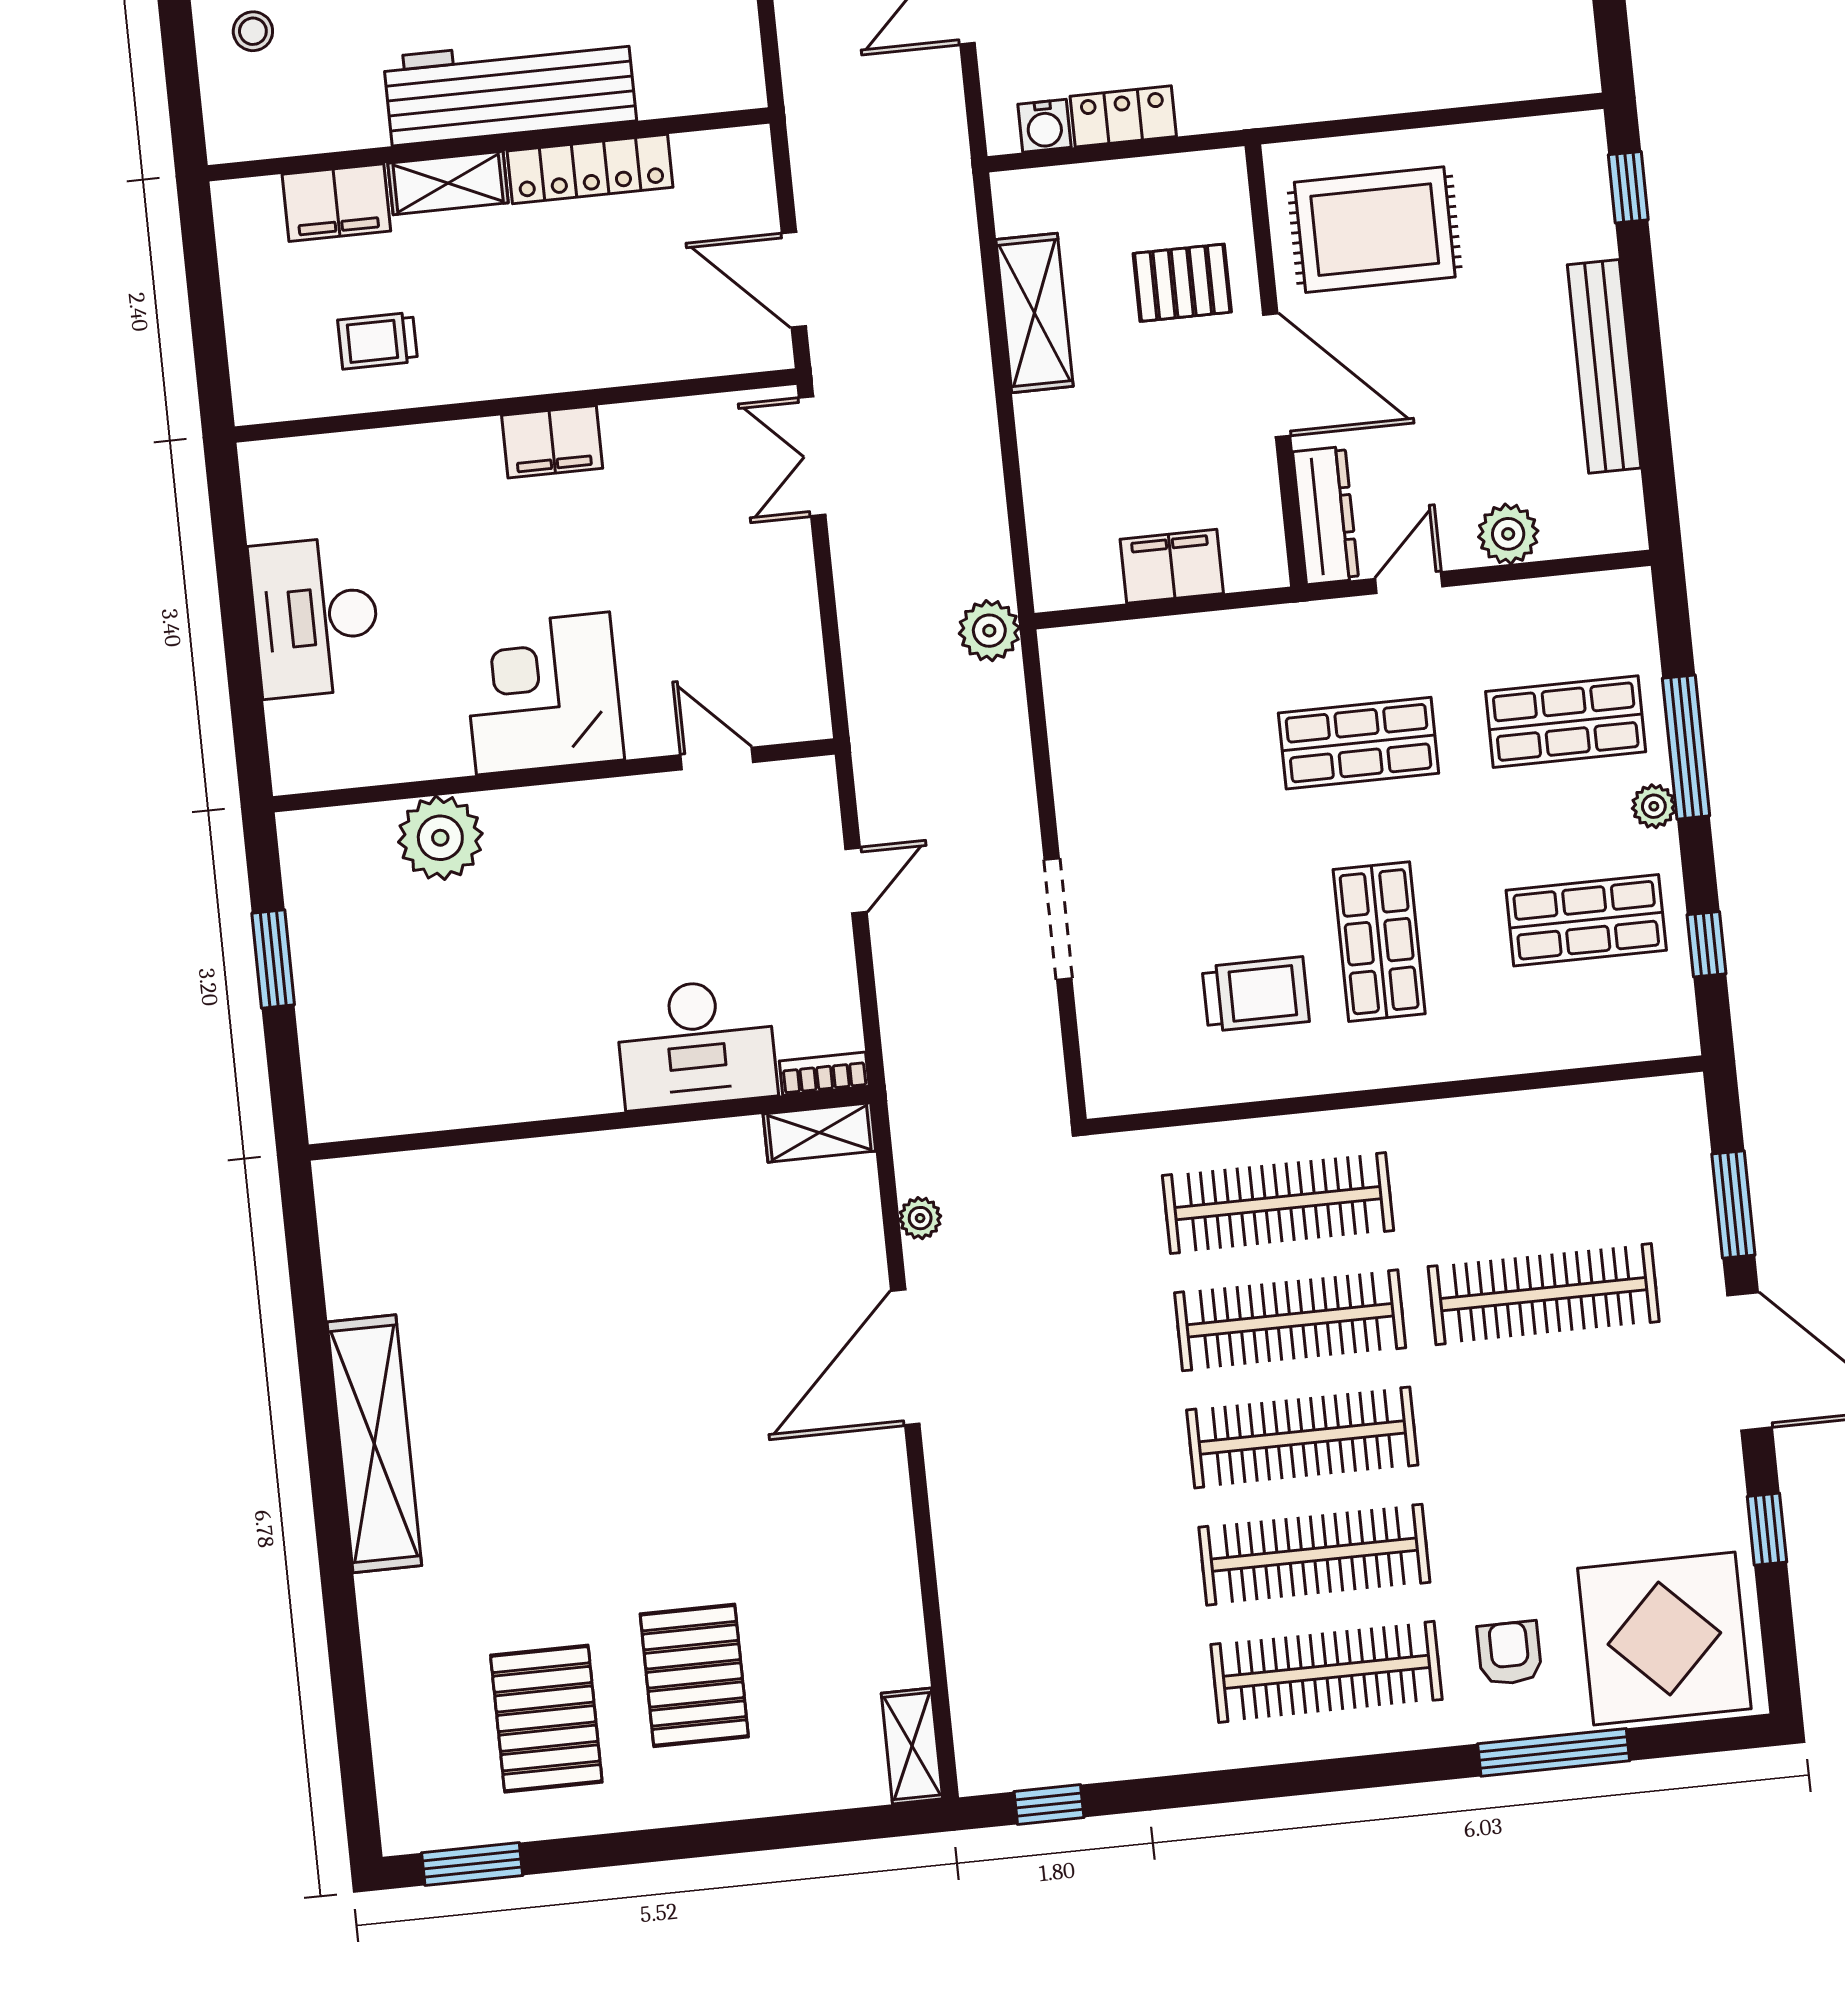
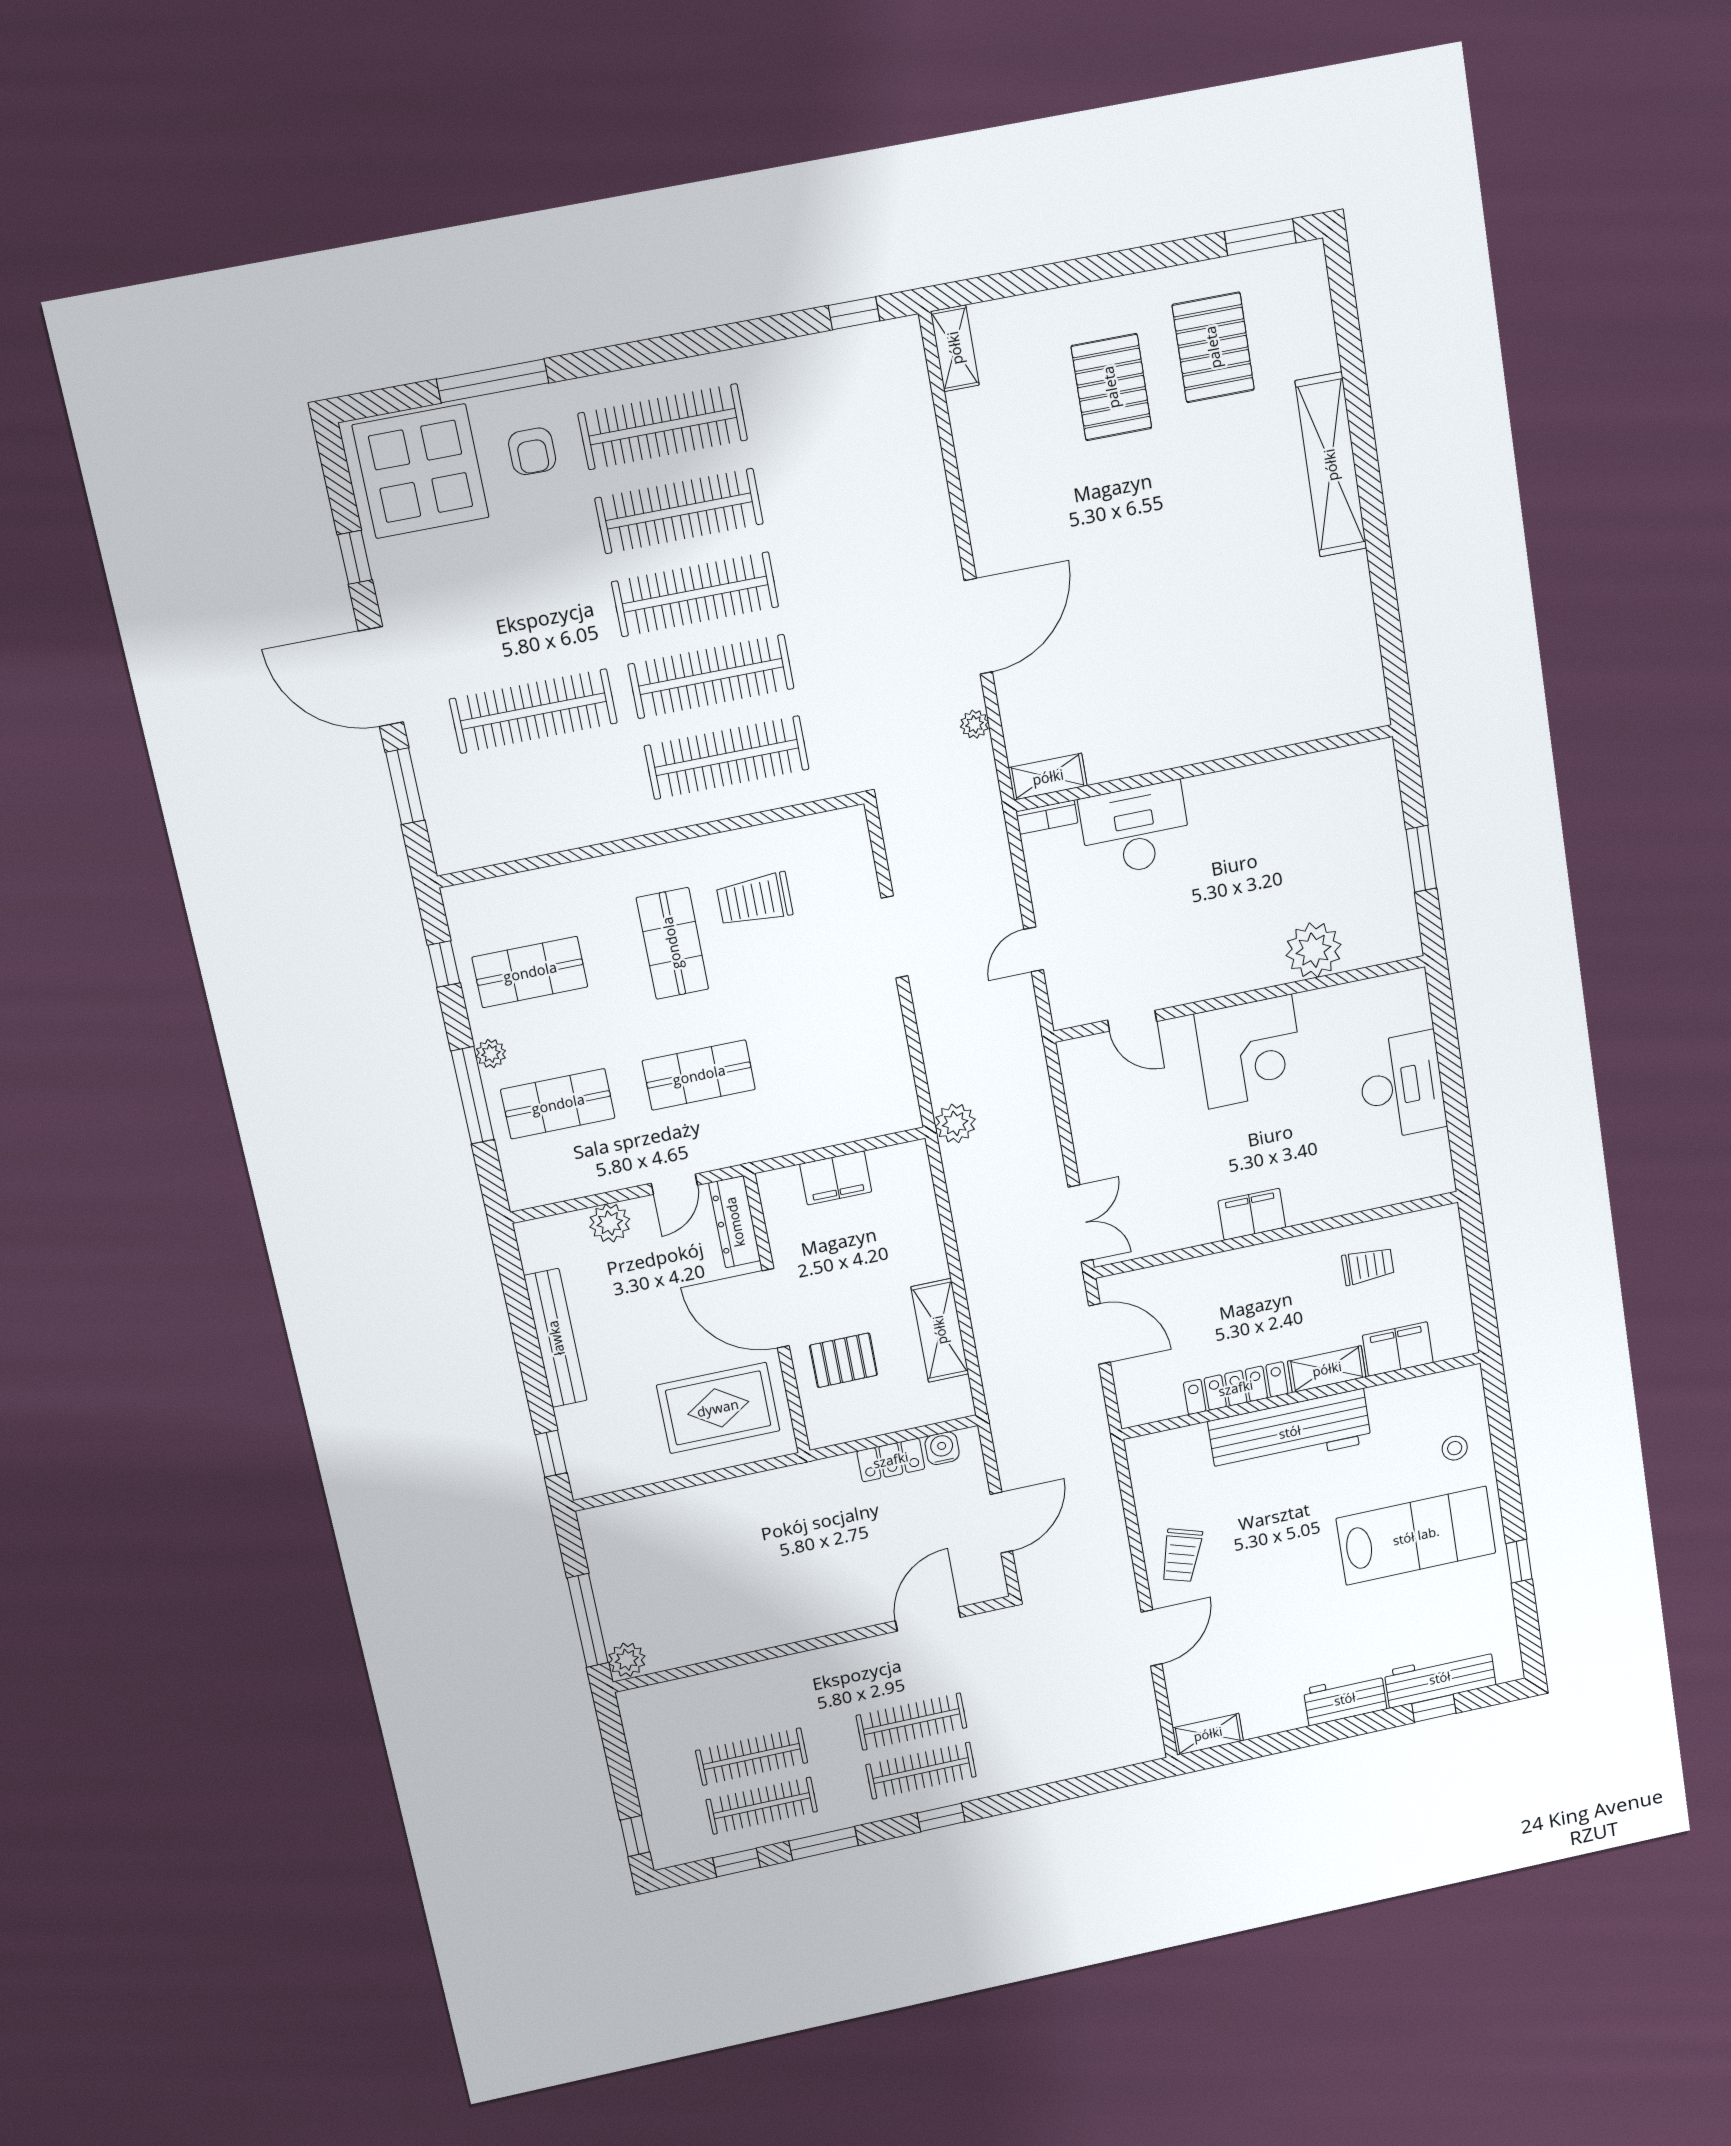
shelving: (374, 1444) -> (1331, 465), moved

